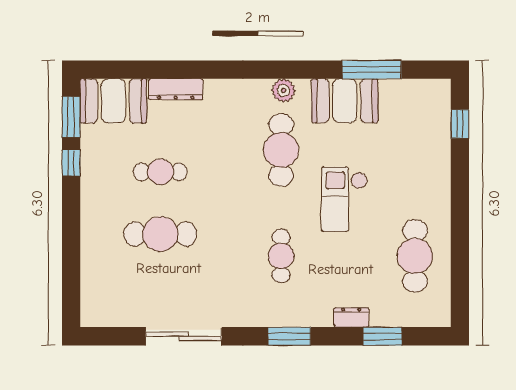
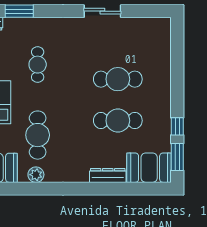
cafe table: (160, 172) -> (118, 121), width x1.37, depth x1.35
sliding door: (184, 336) -> (102, 11), width x0.73
window: (289, 336) -> (19, 11), moved

